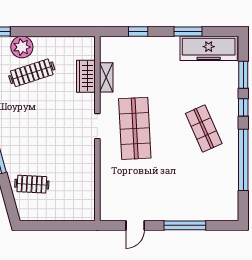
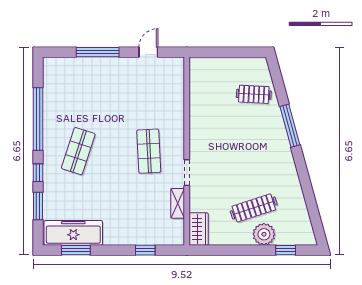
window: (188, 32) -> (76, 250), moved
wardrobe: (86, 76) -> (199, 229), moved
doorway: (97, 126) -> (187, 173), moved
shop shelf: (135, 128) -> (149, 151), width x0.70, depth x0.74
shop shelf: (204, 128) -> (78, 151), turned 42

